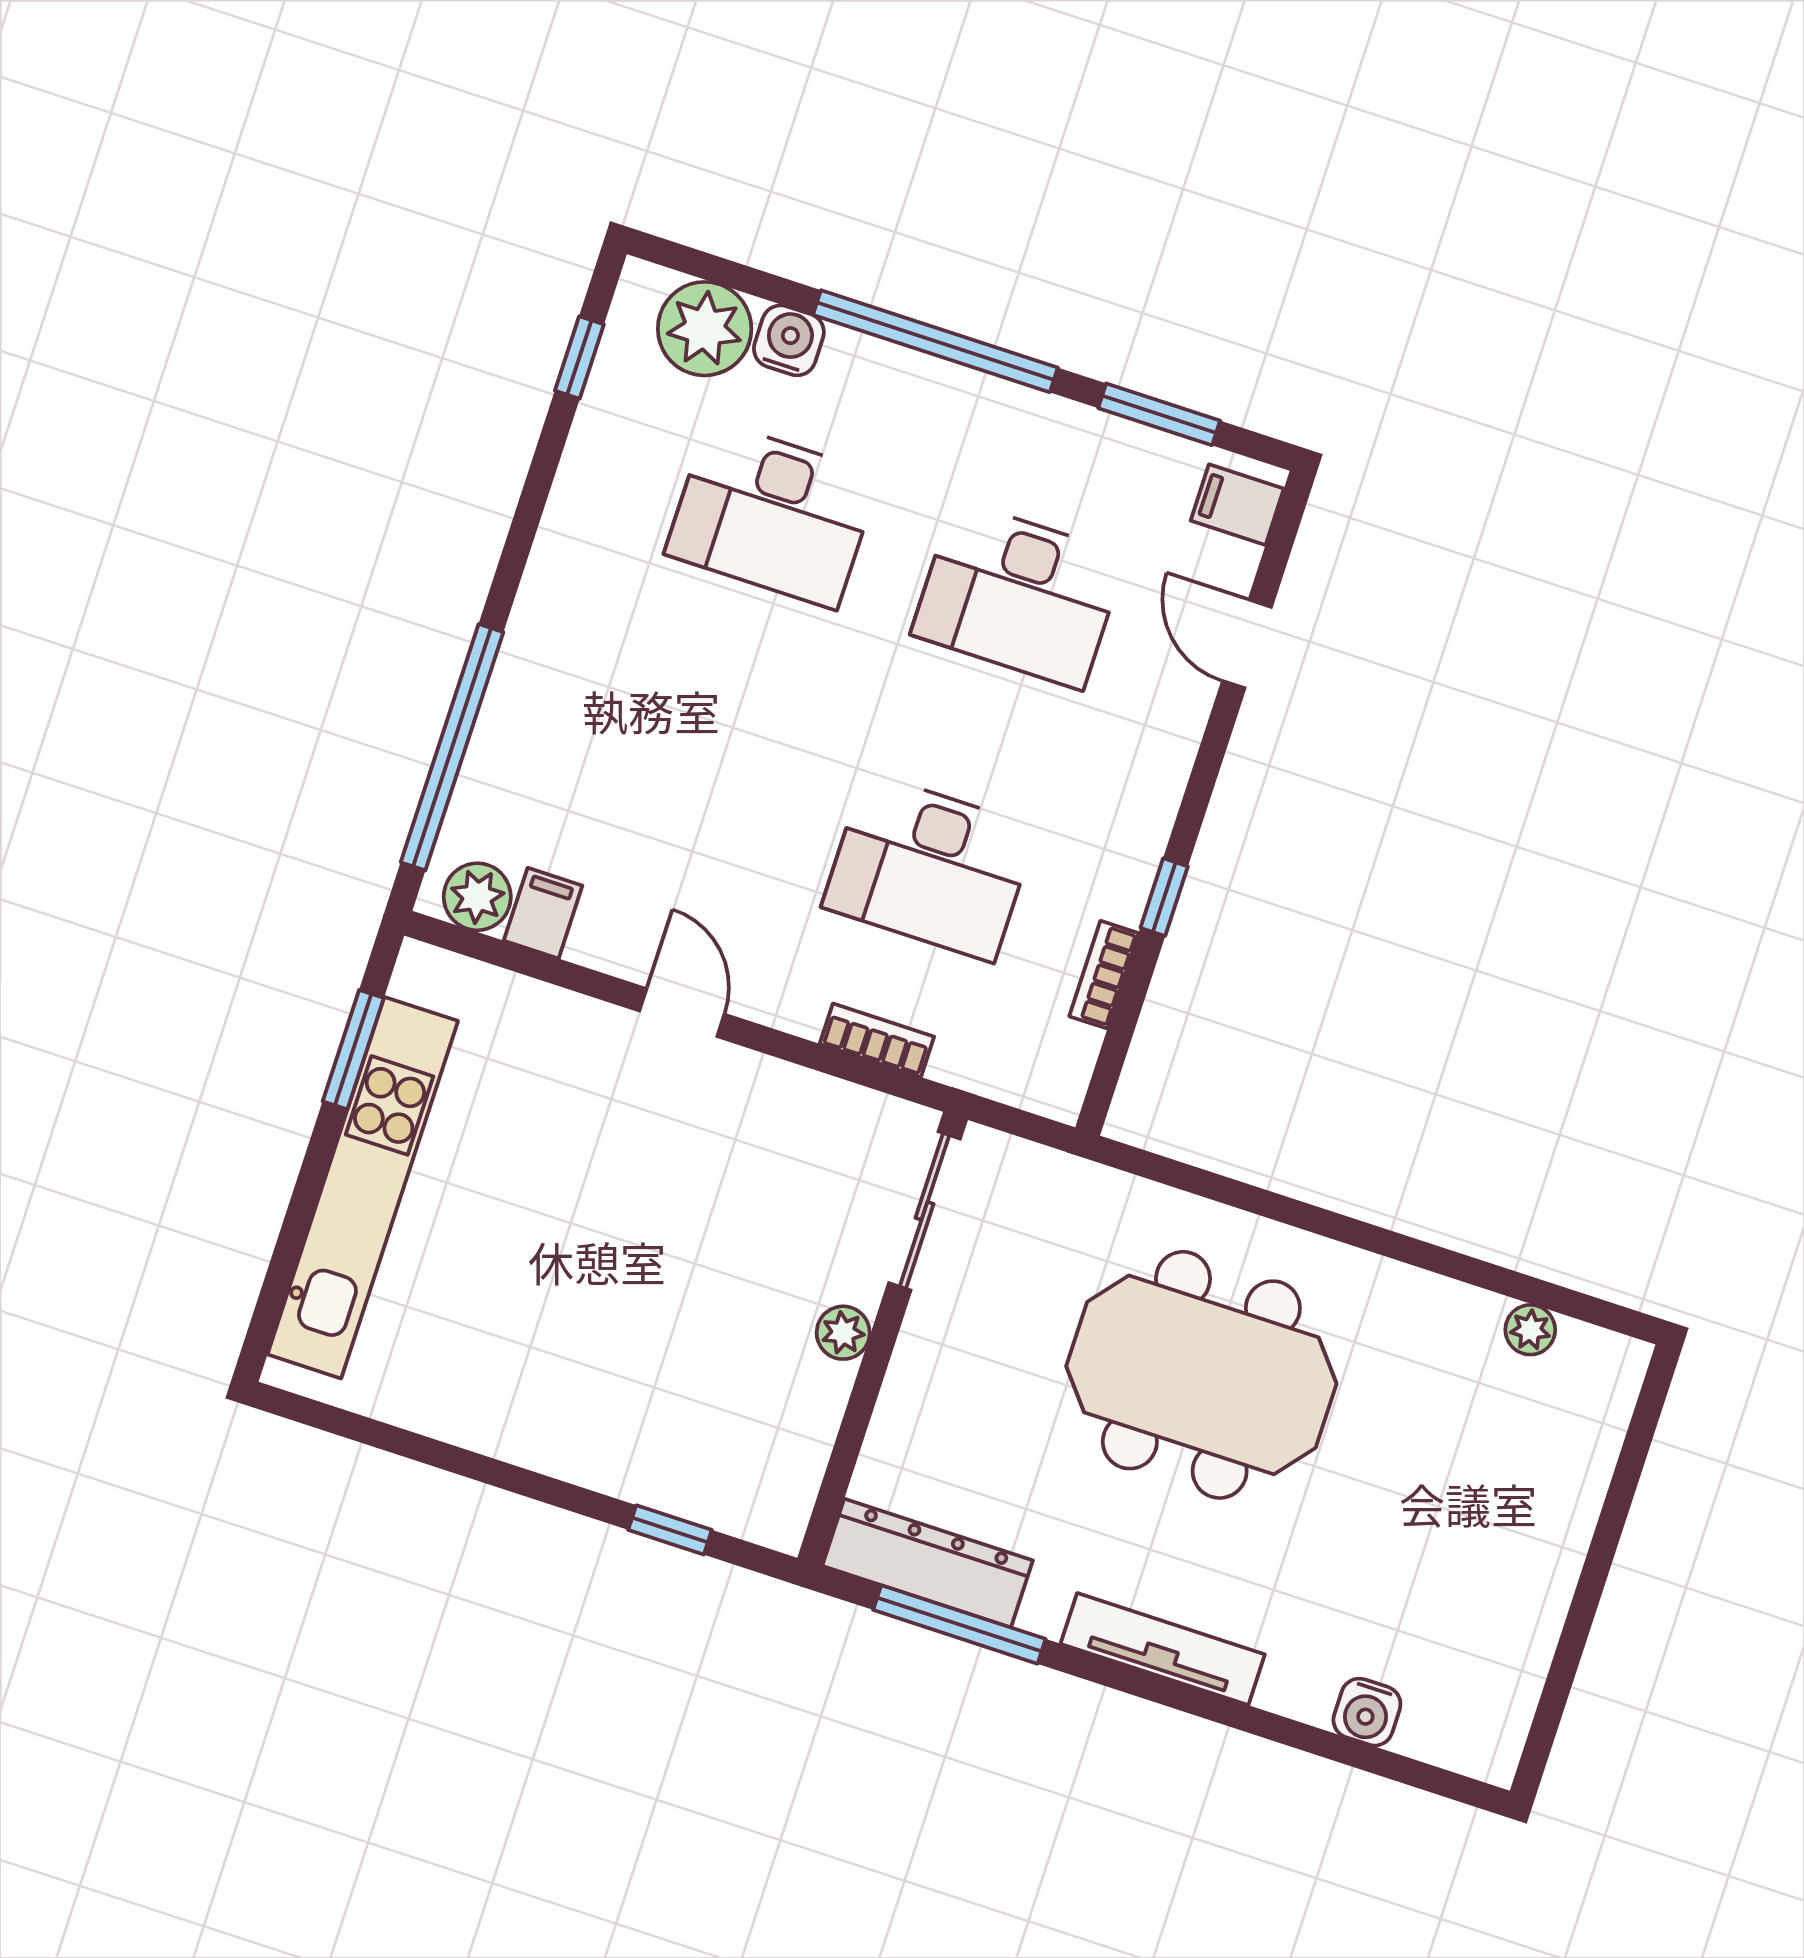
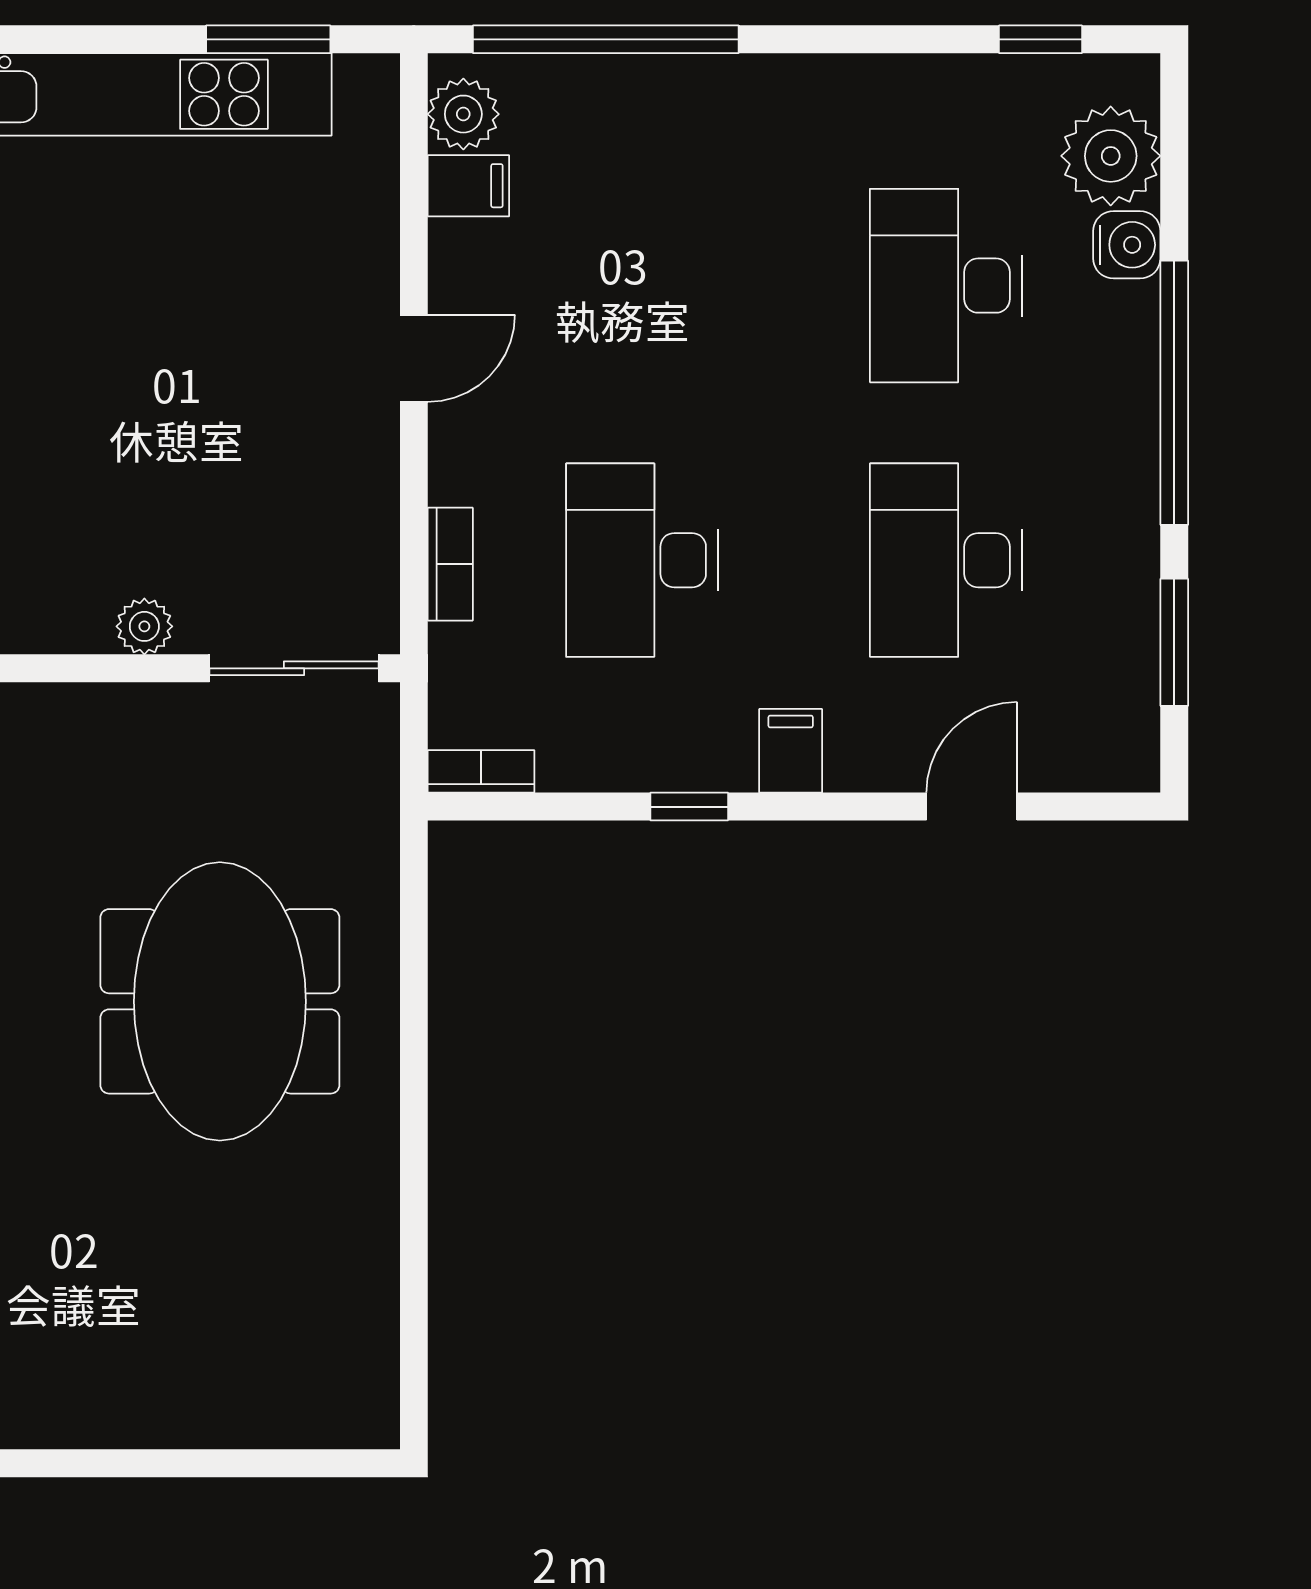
filing cabinet: (1237, 505) -> (791, 751), moved
bookcase: (1104, 975) -> (481, 771), moved
plant: (1530, 1330) -> (374, 1318), removed

